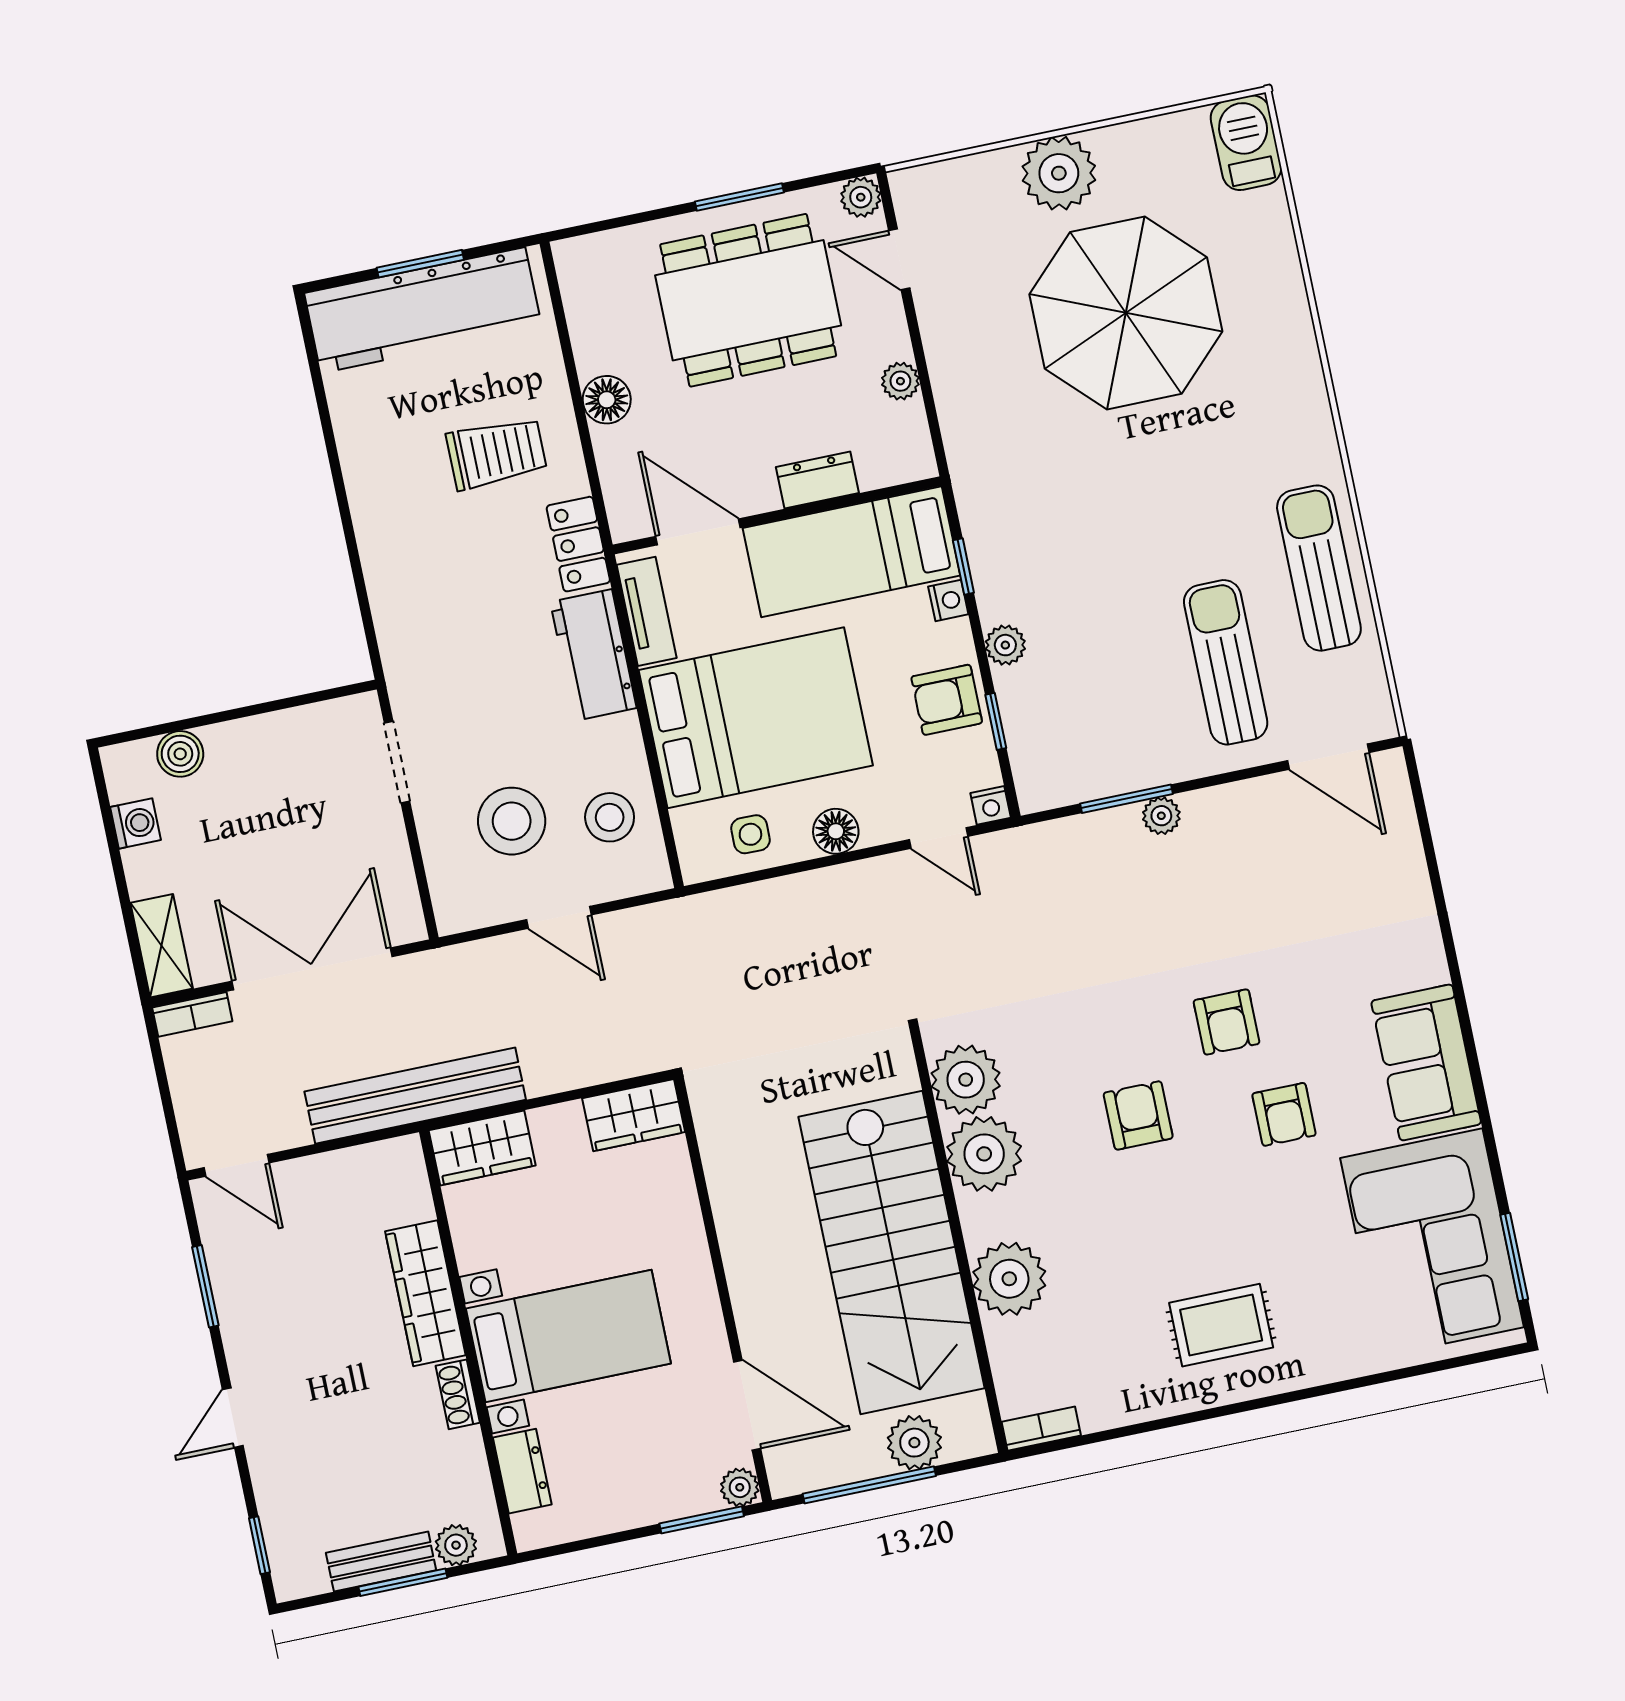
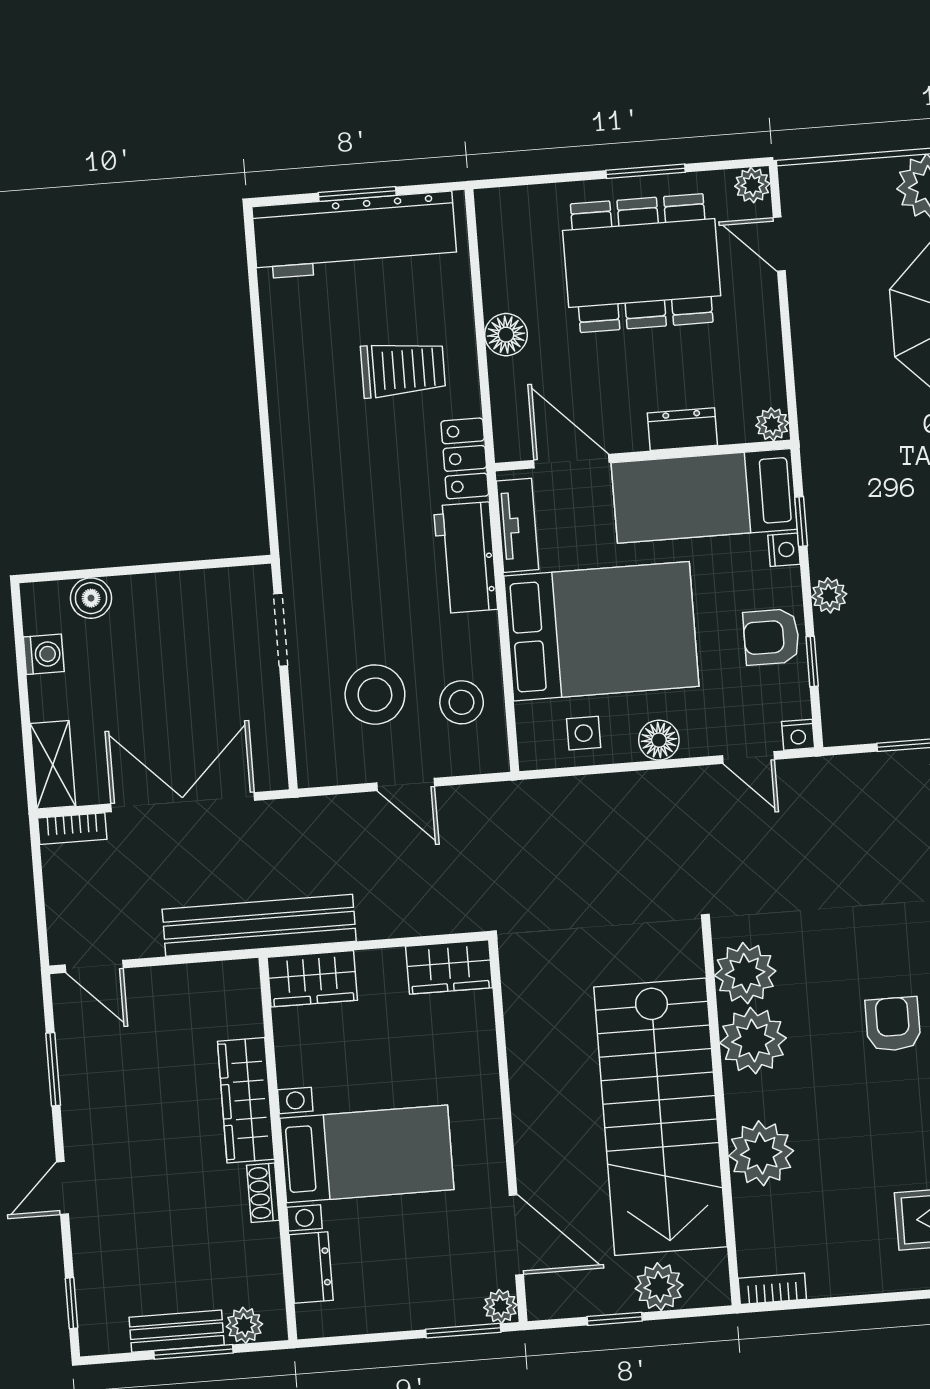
plant: (900, 381) -> (772, 424), moved
window: (869, 1485) -> (615, 1319), width x0.46

